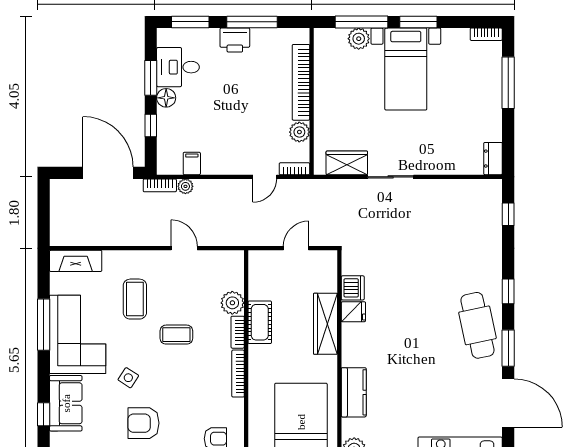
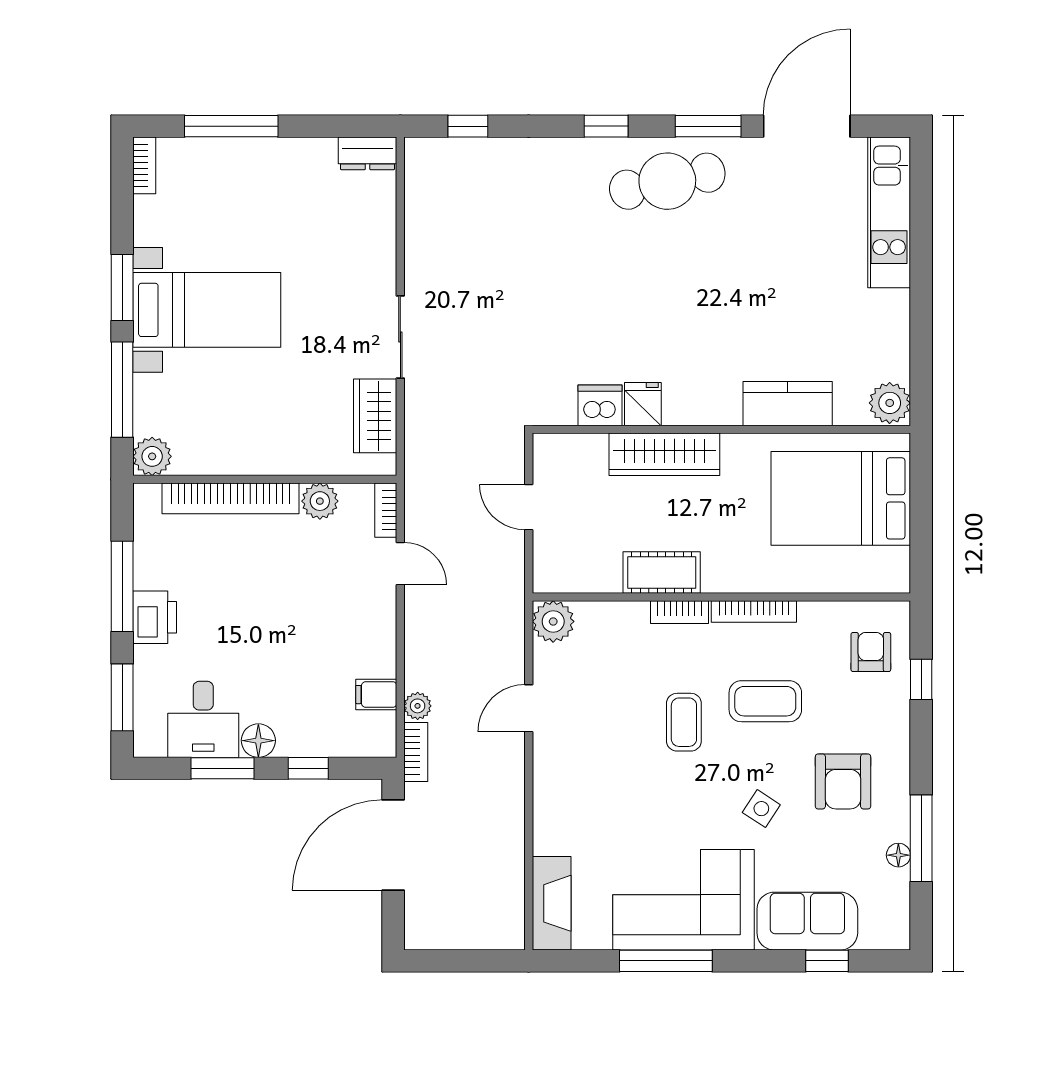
plant: (359, 39) -> (152, 456), moved
coffee table: (135, 299) -> (765, 701), moved
plant: (232, 303) -> (553, 621), moved

